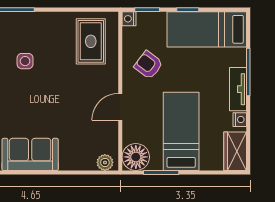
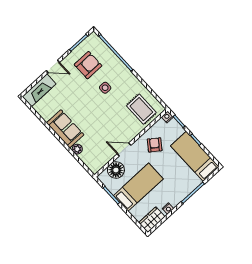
rug: (91, 41) -> (141, 109), turned 90
tv unit: (238, 89) -> (181, 195), removed
floor lamp: (136, 157) -> (116, 170), moved
plant: (105, 162) -> (77, 149), moved

